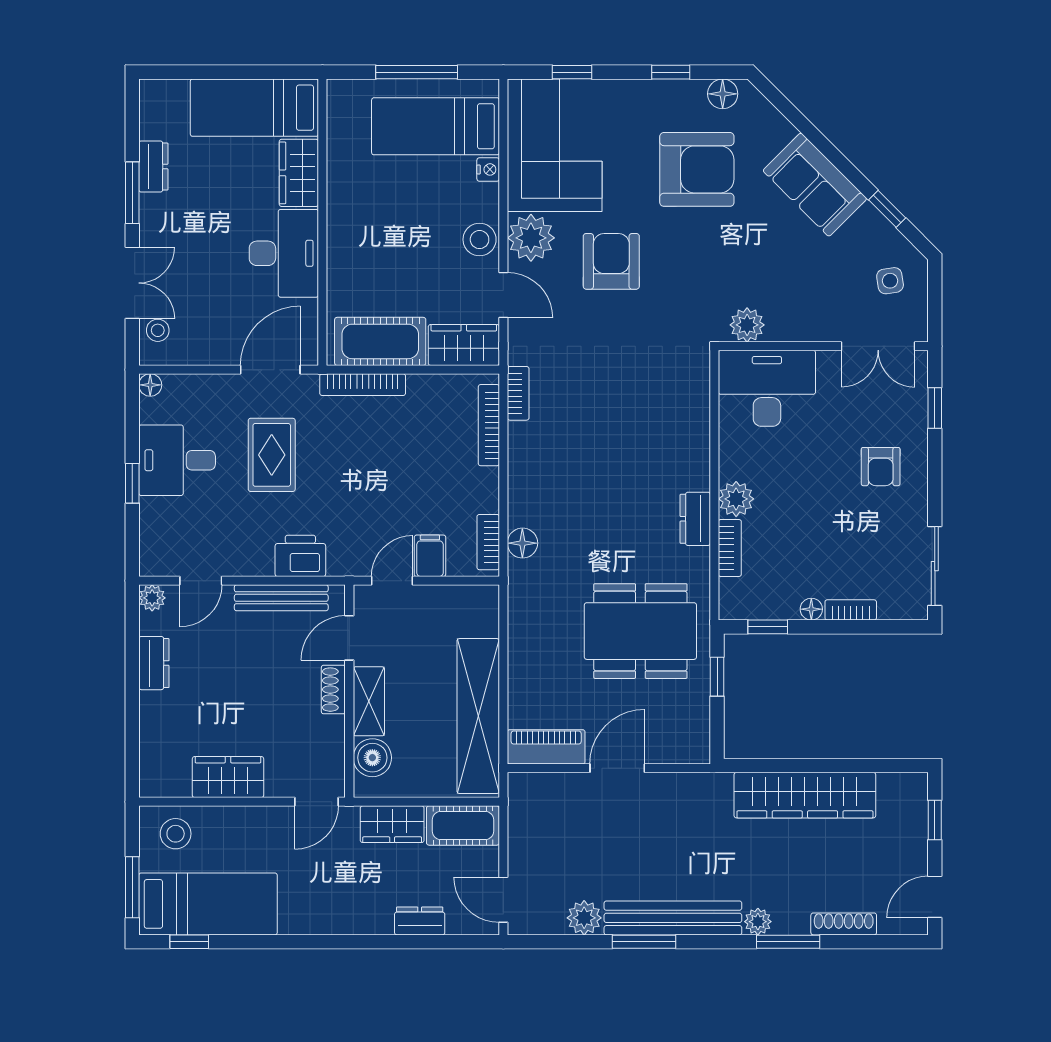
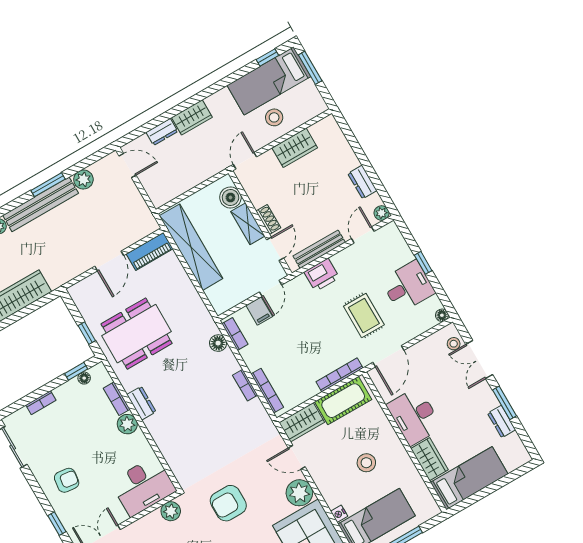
stool: (480, 240) -> (366, 463), moved
armchair: (611, 261) -> (228, 503), moved, turned 90
bookcase: (518, 393) -> (245, 385), moved
armchair: (881, 467) -> (67, 480), turned 97
floor lamp: (811, 609) -> (84, 378), moved
wardrobe: (392, 824) -> (192, 117), moved, turned 180
cot: (463, 825) -> (168, 190), removed
stool: (176, 834) -> (274, 117), moved

